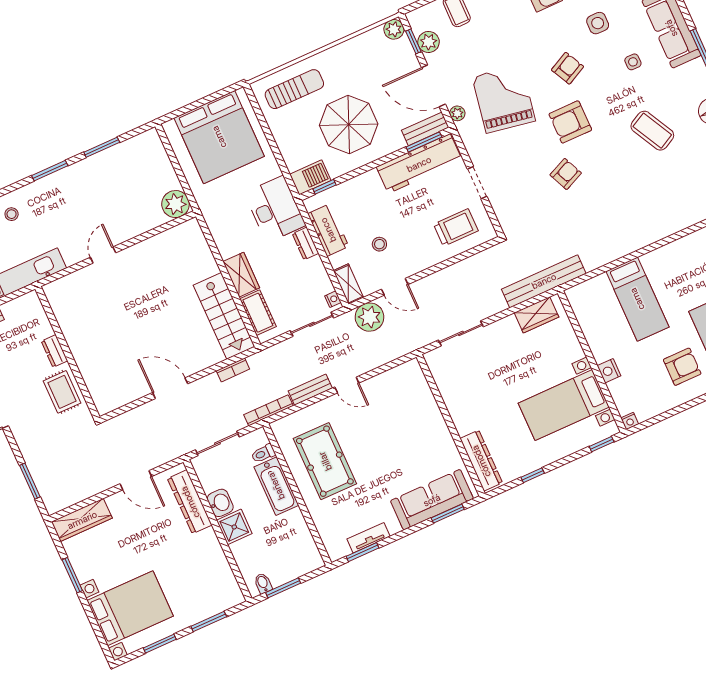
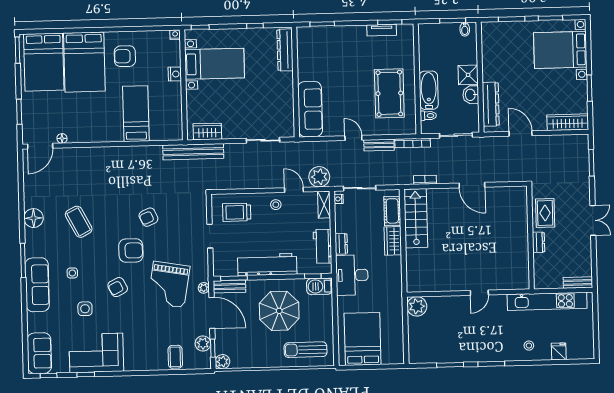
bed: (219, 137) -> (363, 339), width x0.73
workbench: (419, 164) -> (267, 265), moved
stool: (379, 244) -> (276, 205), moved
sofa: (432, 500) -> (310, 109), moved, turned -90

